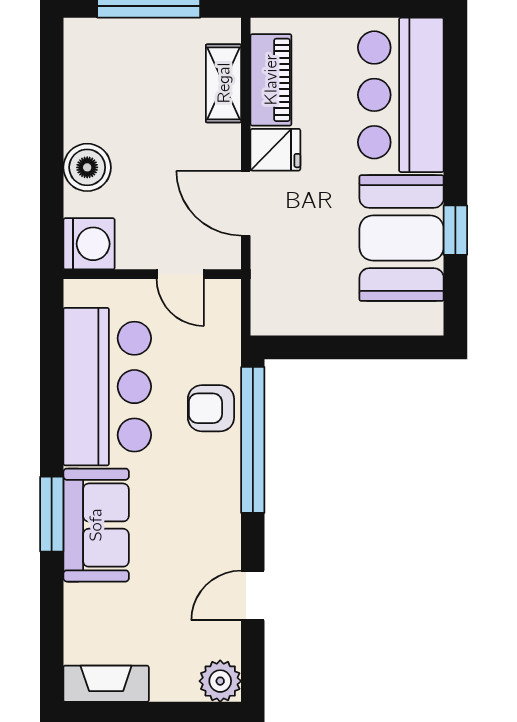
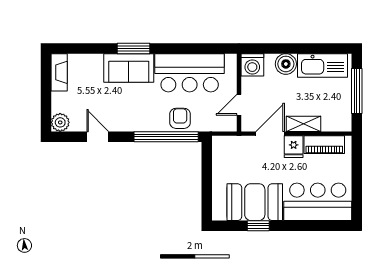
shelving: (224, 83) -> (303, 124), moved
kitchen sink: (91, 84) -> (323, 65), added

